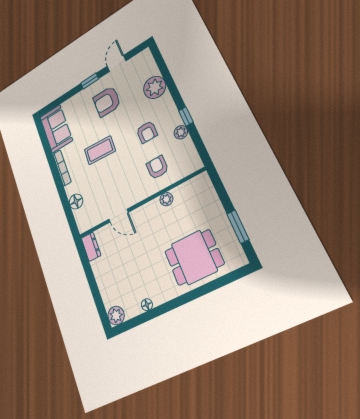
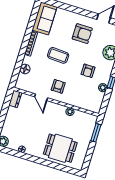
window: (90, 81) -> (83, 12), removed
armchair: (107, 101) -> (82, 34), turned 180
armchair: (157, 167) -> (58, 86), moved
window: (238, 227) -> (96, 133), moved

